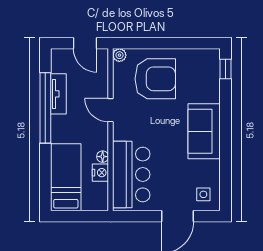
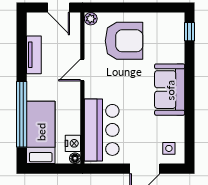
window: (45, 108) -> (22, 114), moved
door: (111, 110) -> (82, 70), hinge flipped
floor lamp: (103, 157) -> (75, 158), moved
nightstand: (100, 173) -> (73, 143), moved

